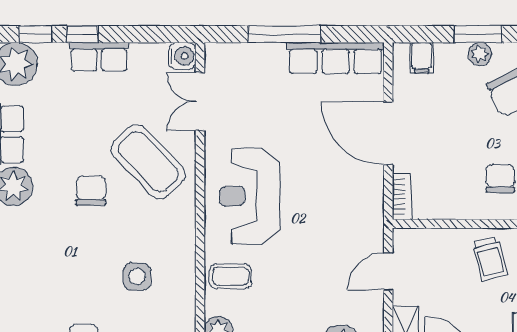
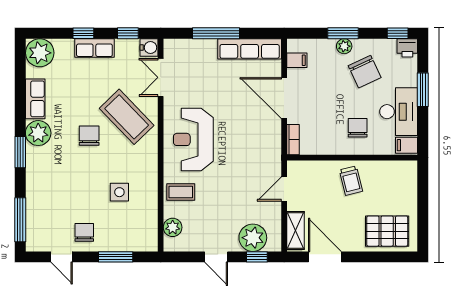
window: (35, 34) -> (128, 33), moved
filing cabinet: (422, 58) -> (297, 60), moved, turned -90

